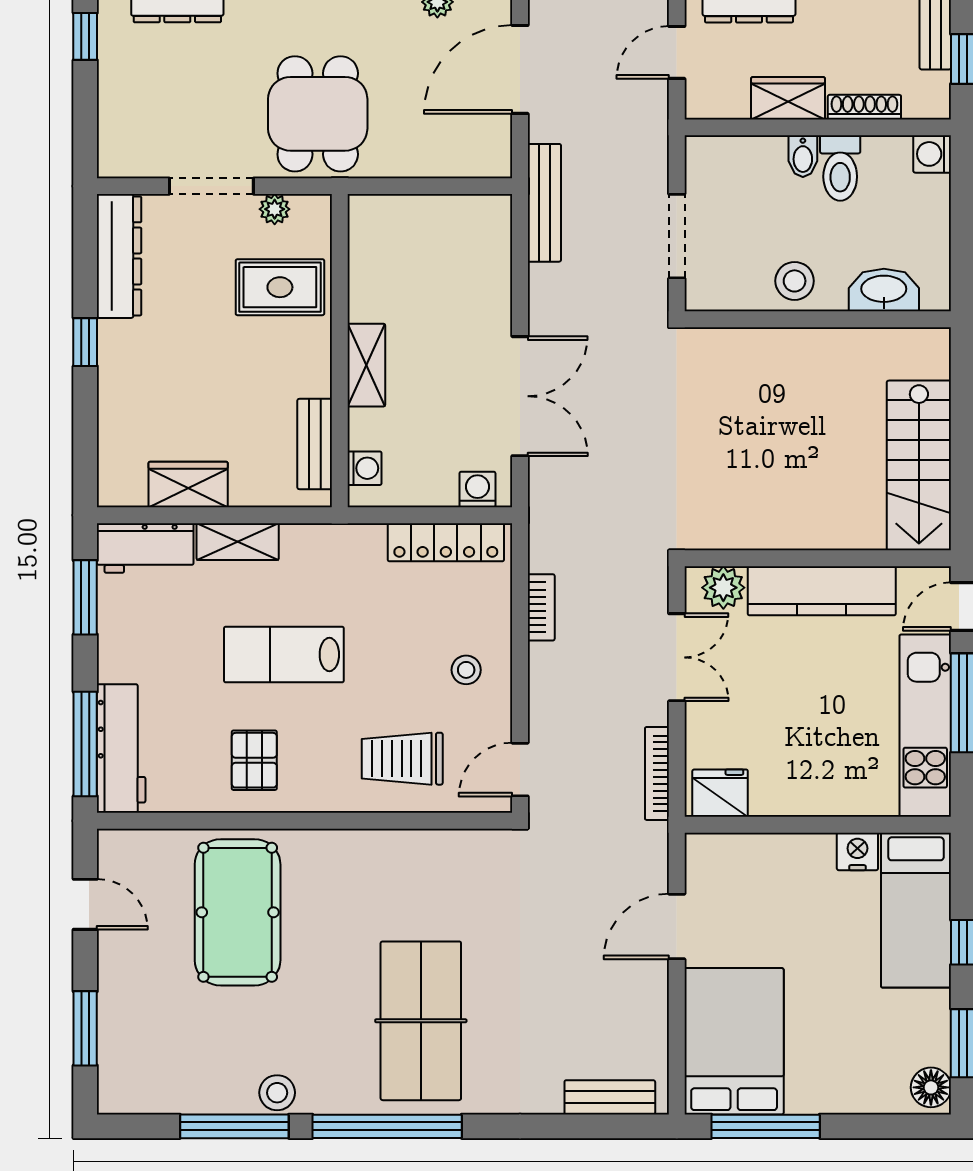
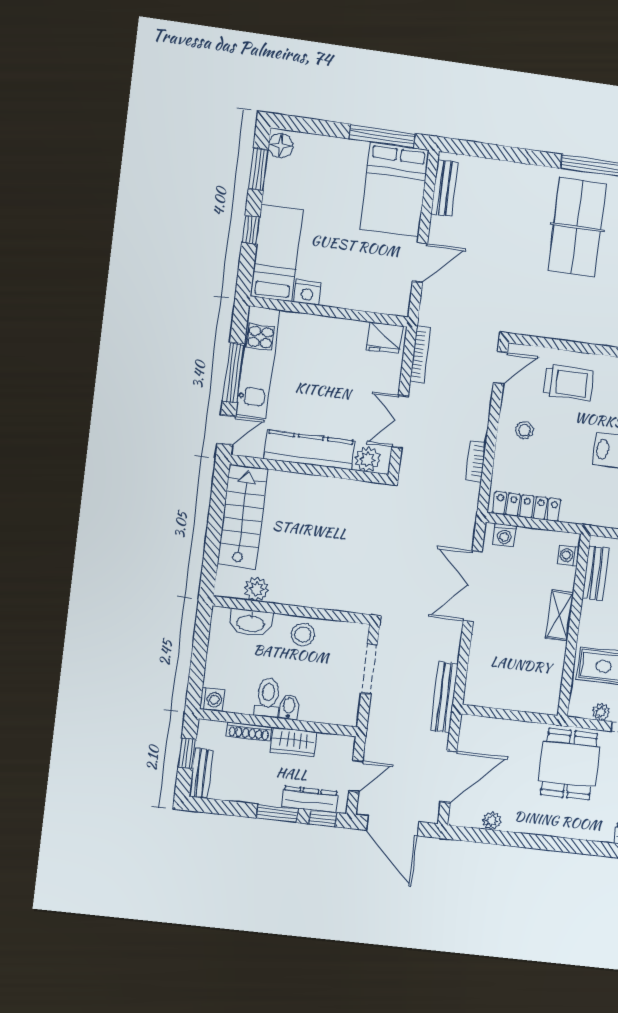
plant: (881, 348) -> (257, 589), added
bench: (610, 1097) -> (444, 188), moved, turned 90

